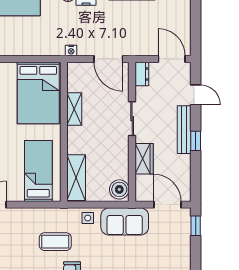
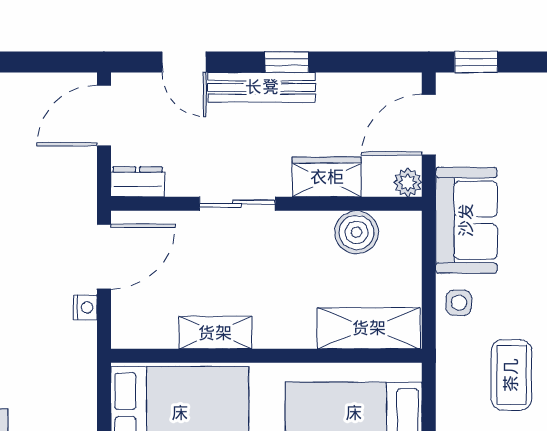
nightstand: (71, 51) -> (85, 307), moved
door: (196, 95) -> (184, 62), swing flipped
boiler: (119, 189) -> (356, 232), moved
plant: (142, 195) -> (408, 183), added

